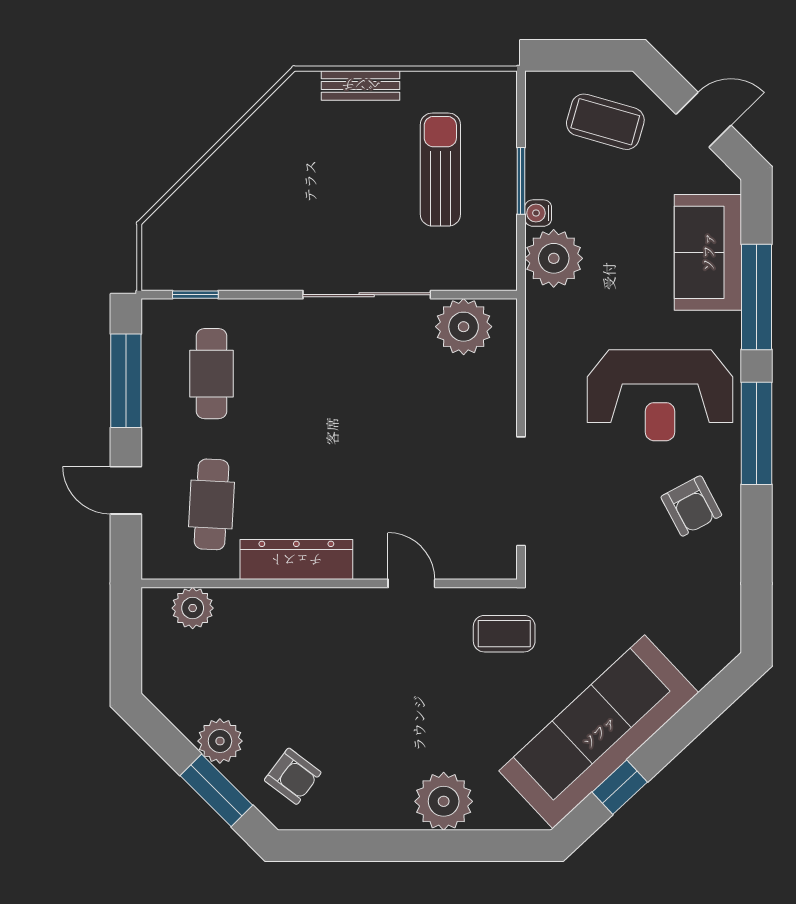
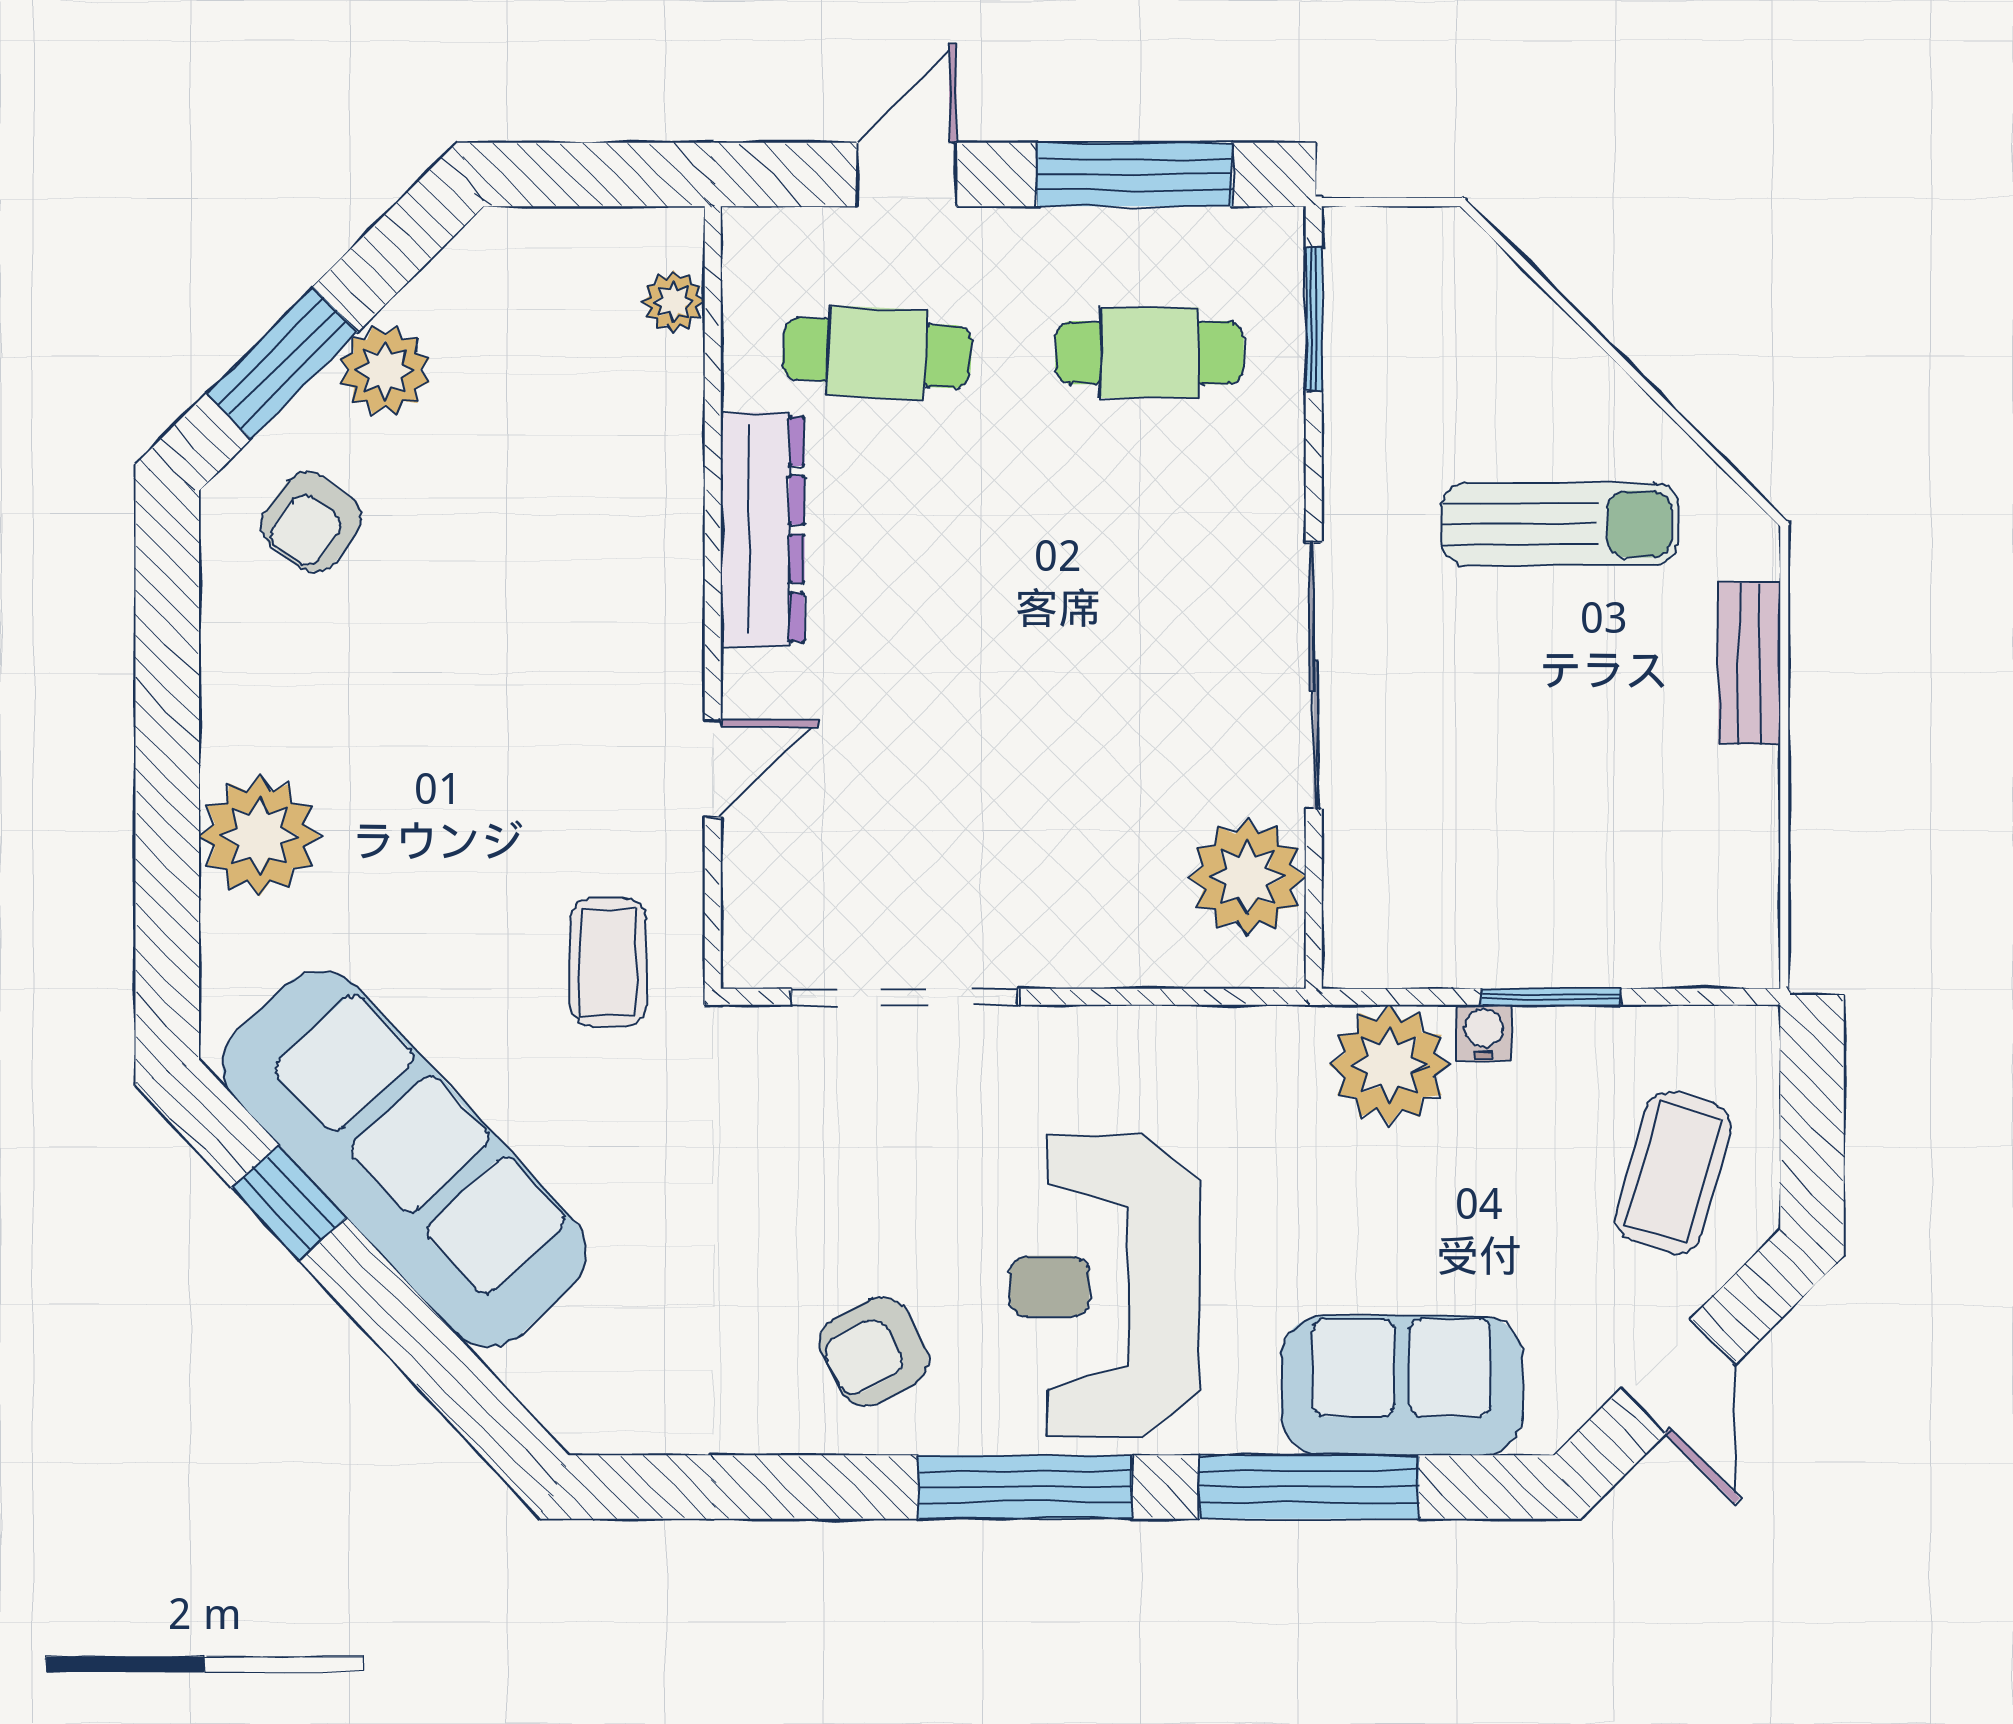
sun lounger: (440, 170) -> (1560, 524), moved
window: (195, 295) -> (1314, 319), width x1.50
plant: (193, 608) -> (673, 302), width x0.73, depth x0.73

